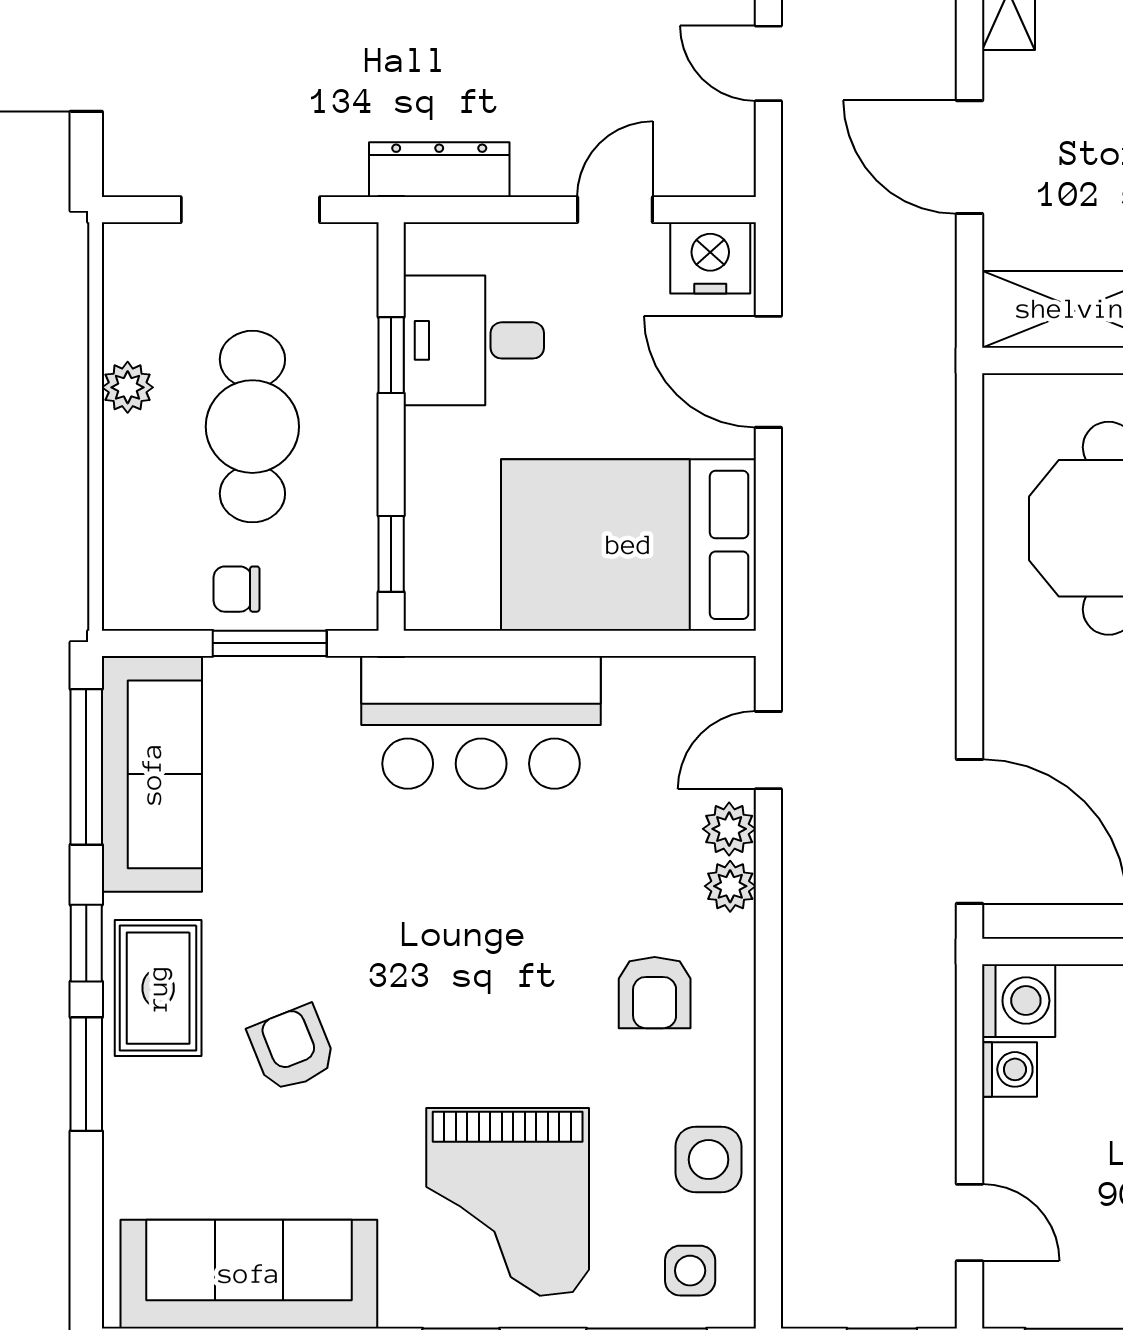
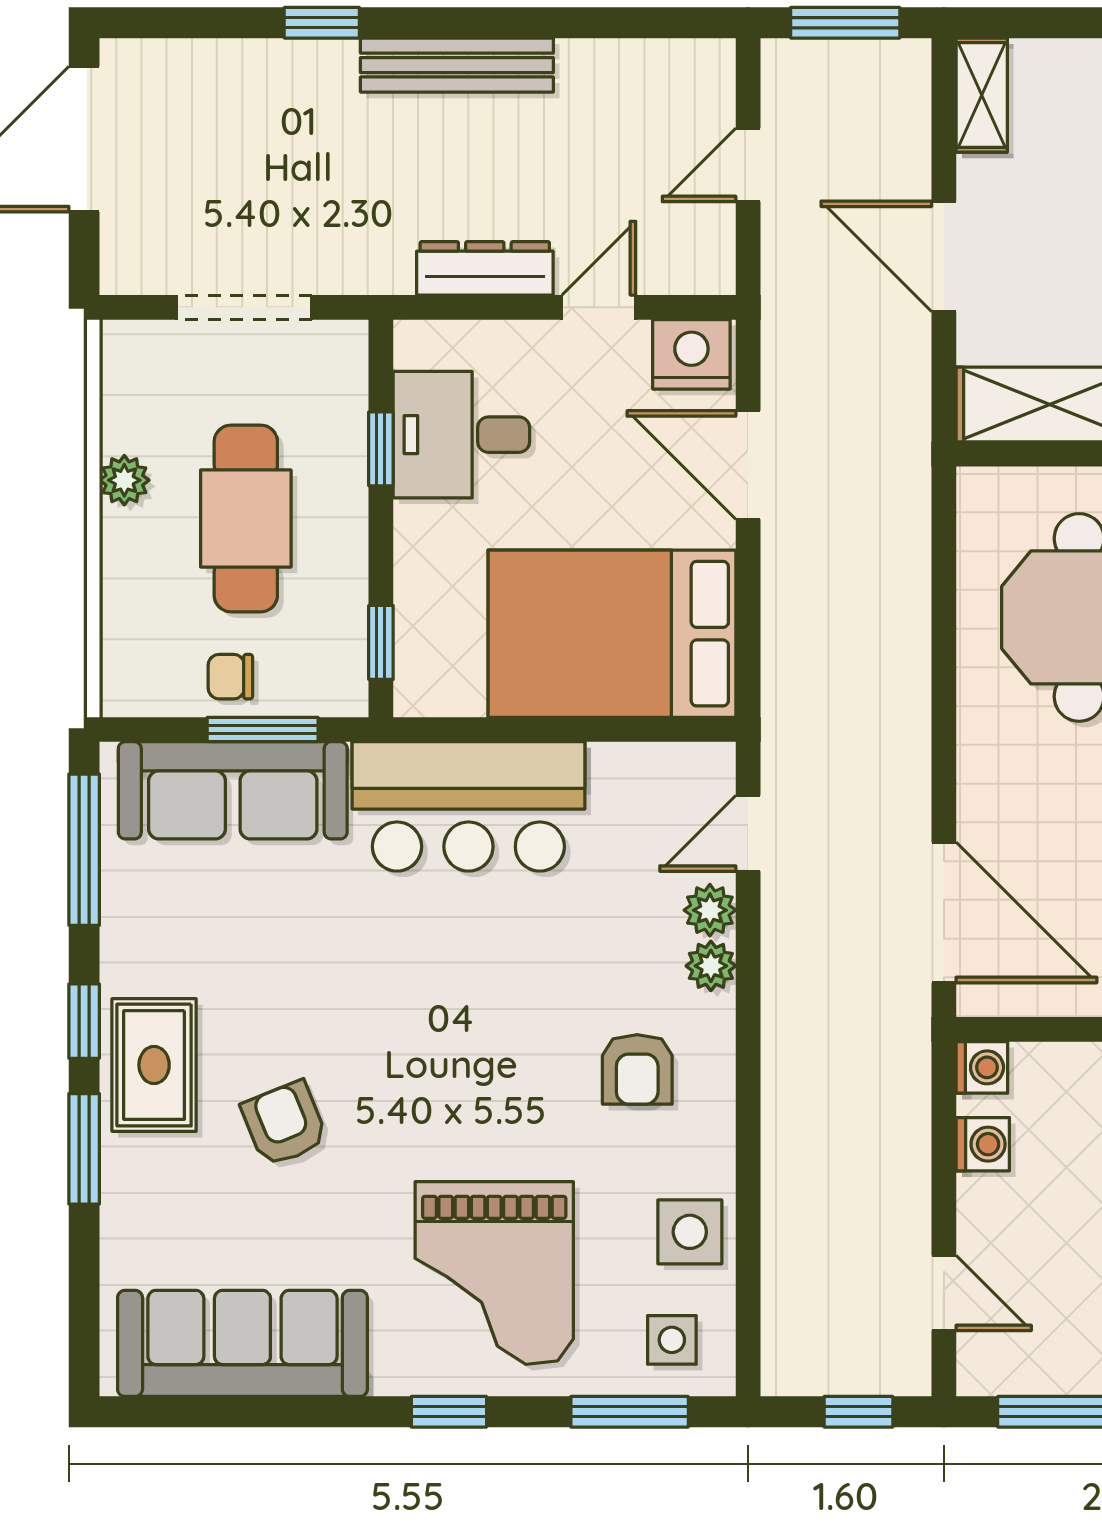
door: (768, 63) -> (748, 165), hinge flipped
dresser: (439, 170) -> (485, 268), moved
sofa: (152, 774) -> (233, 790), moved, turned 90
washing machine: (1019, 1001) -> (982, 1067), width x0.73, depth x0.73

